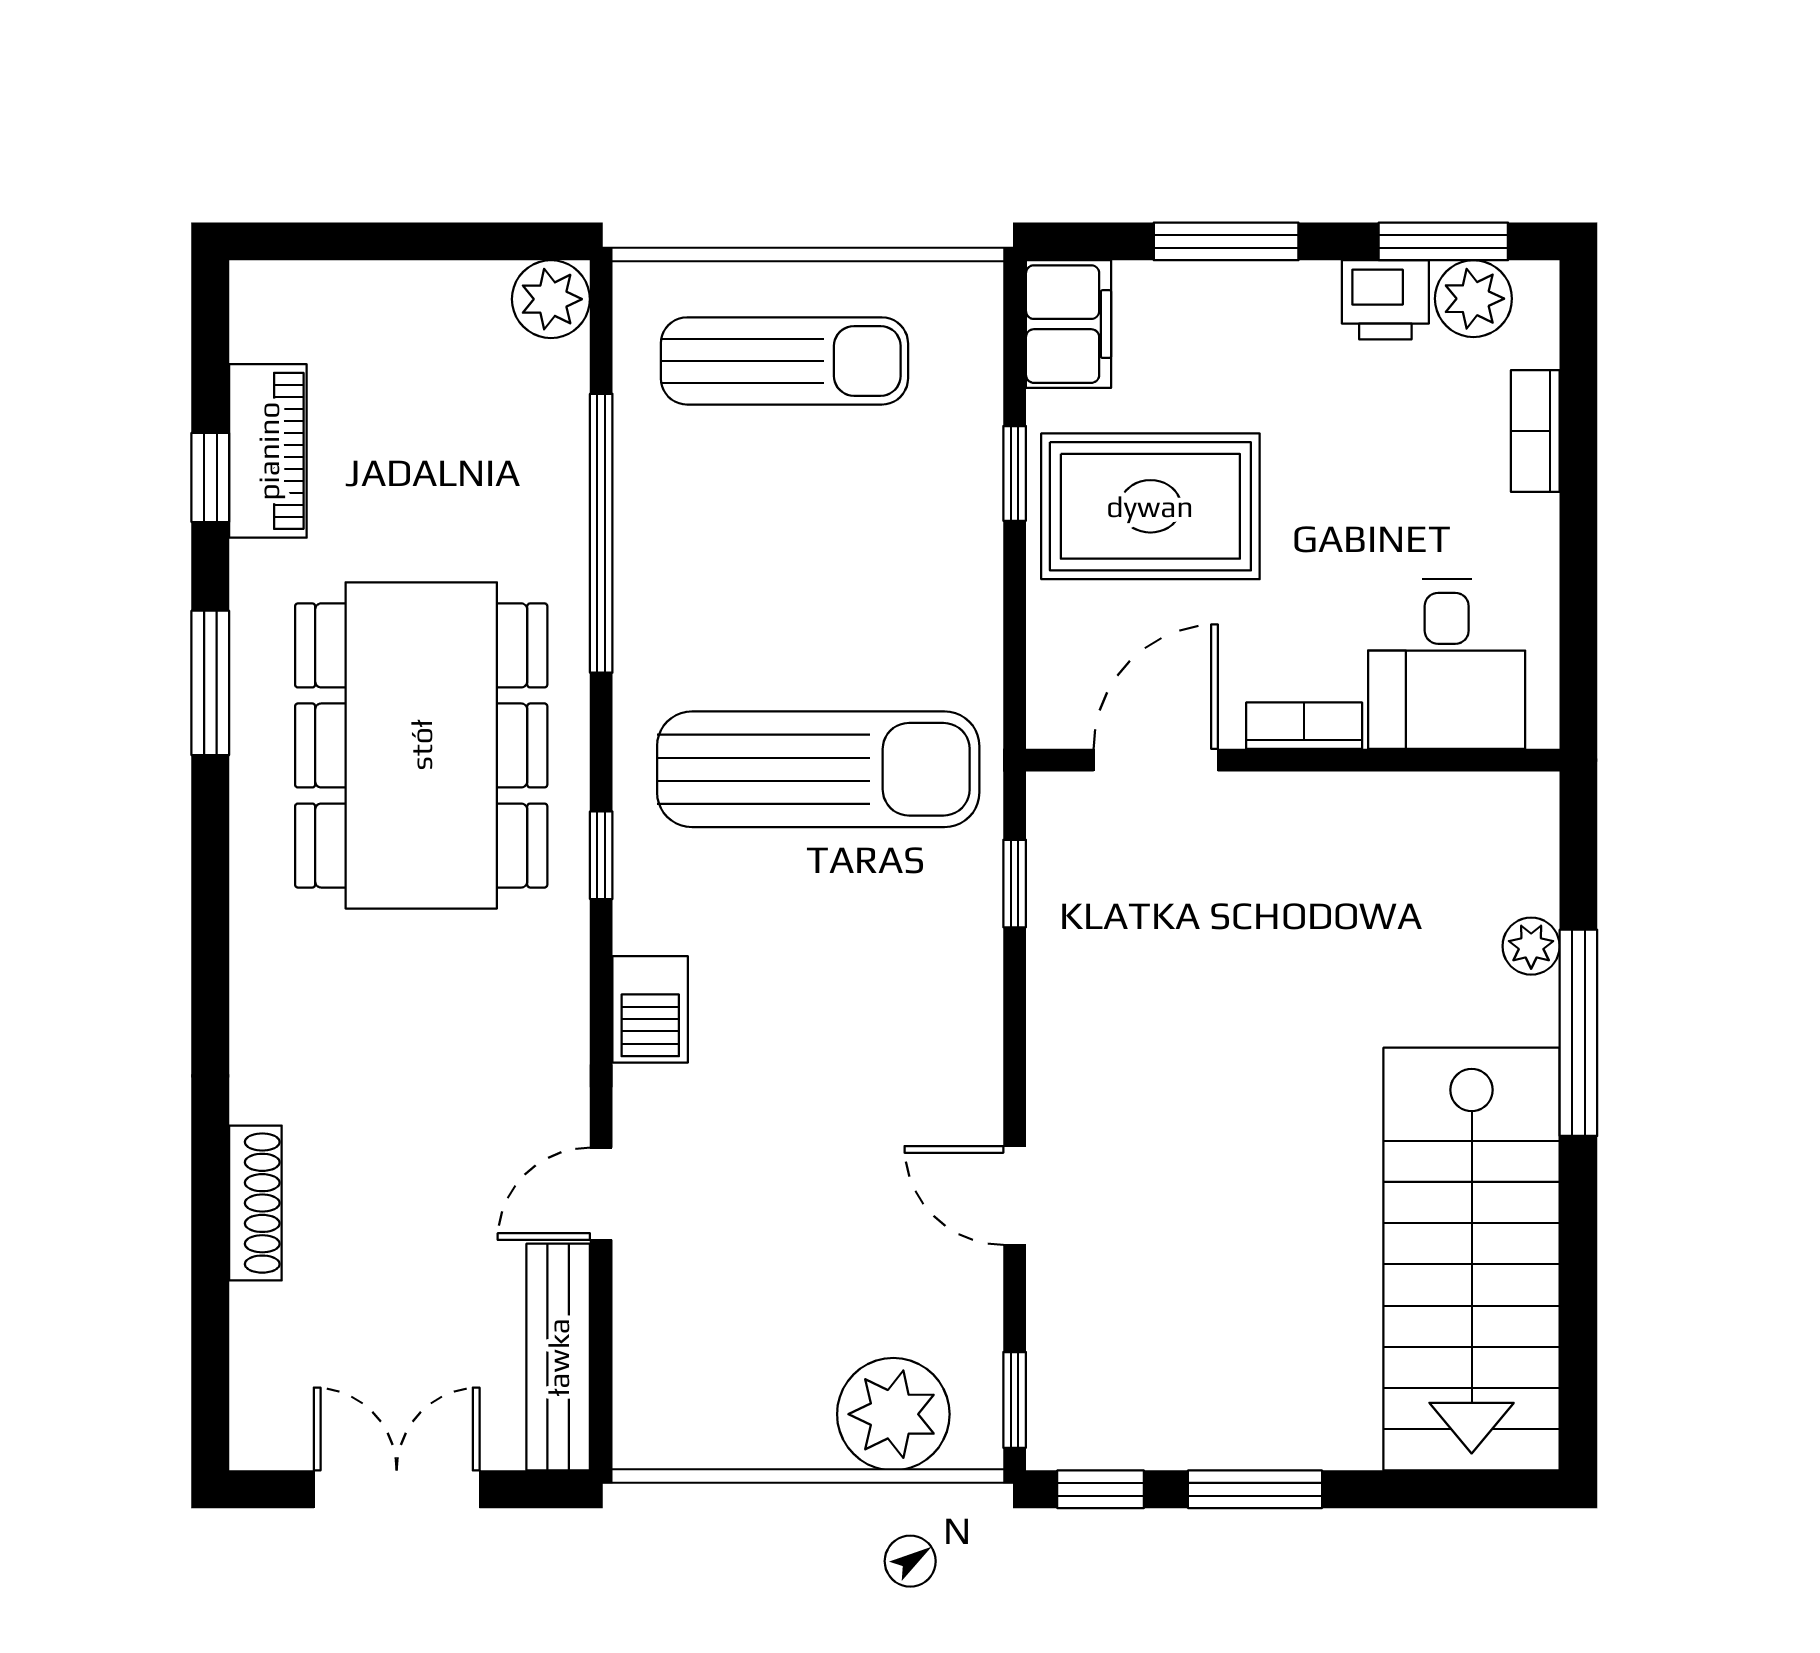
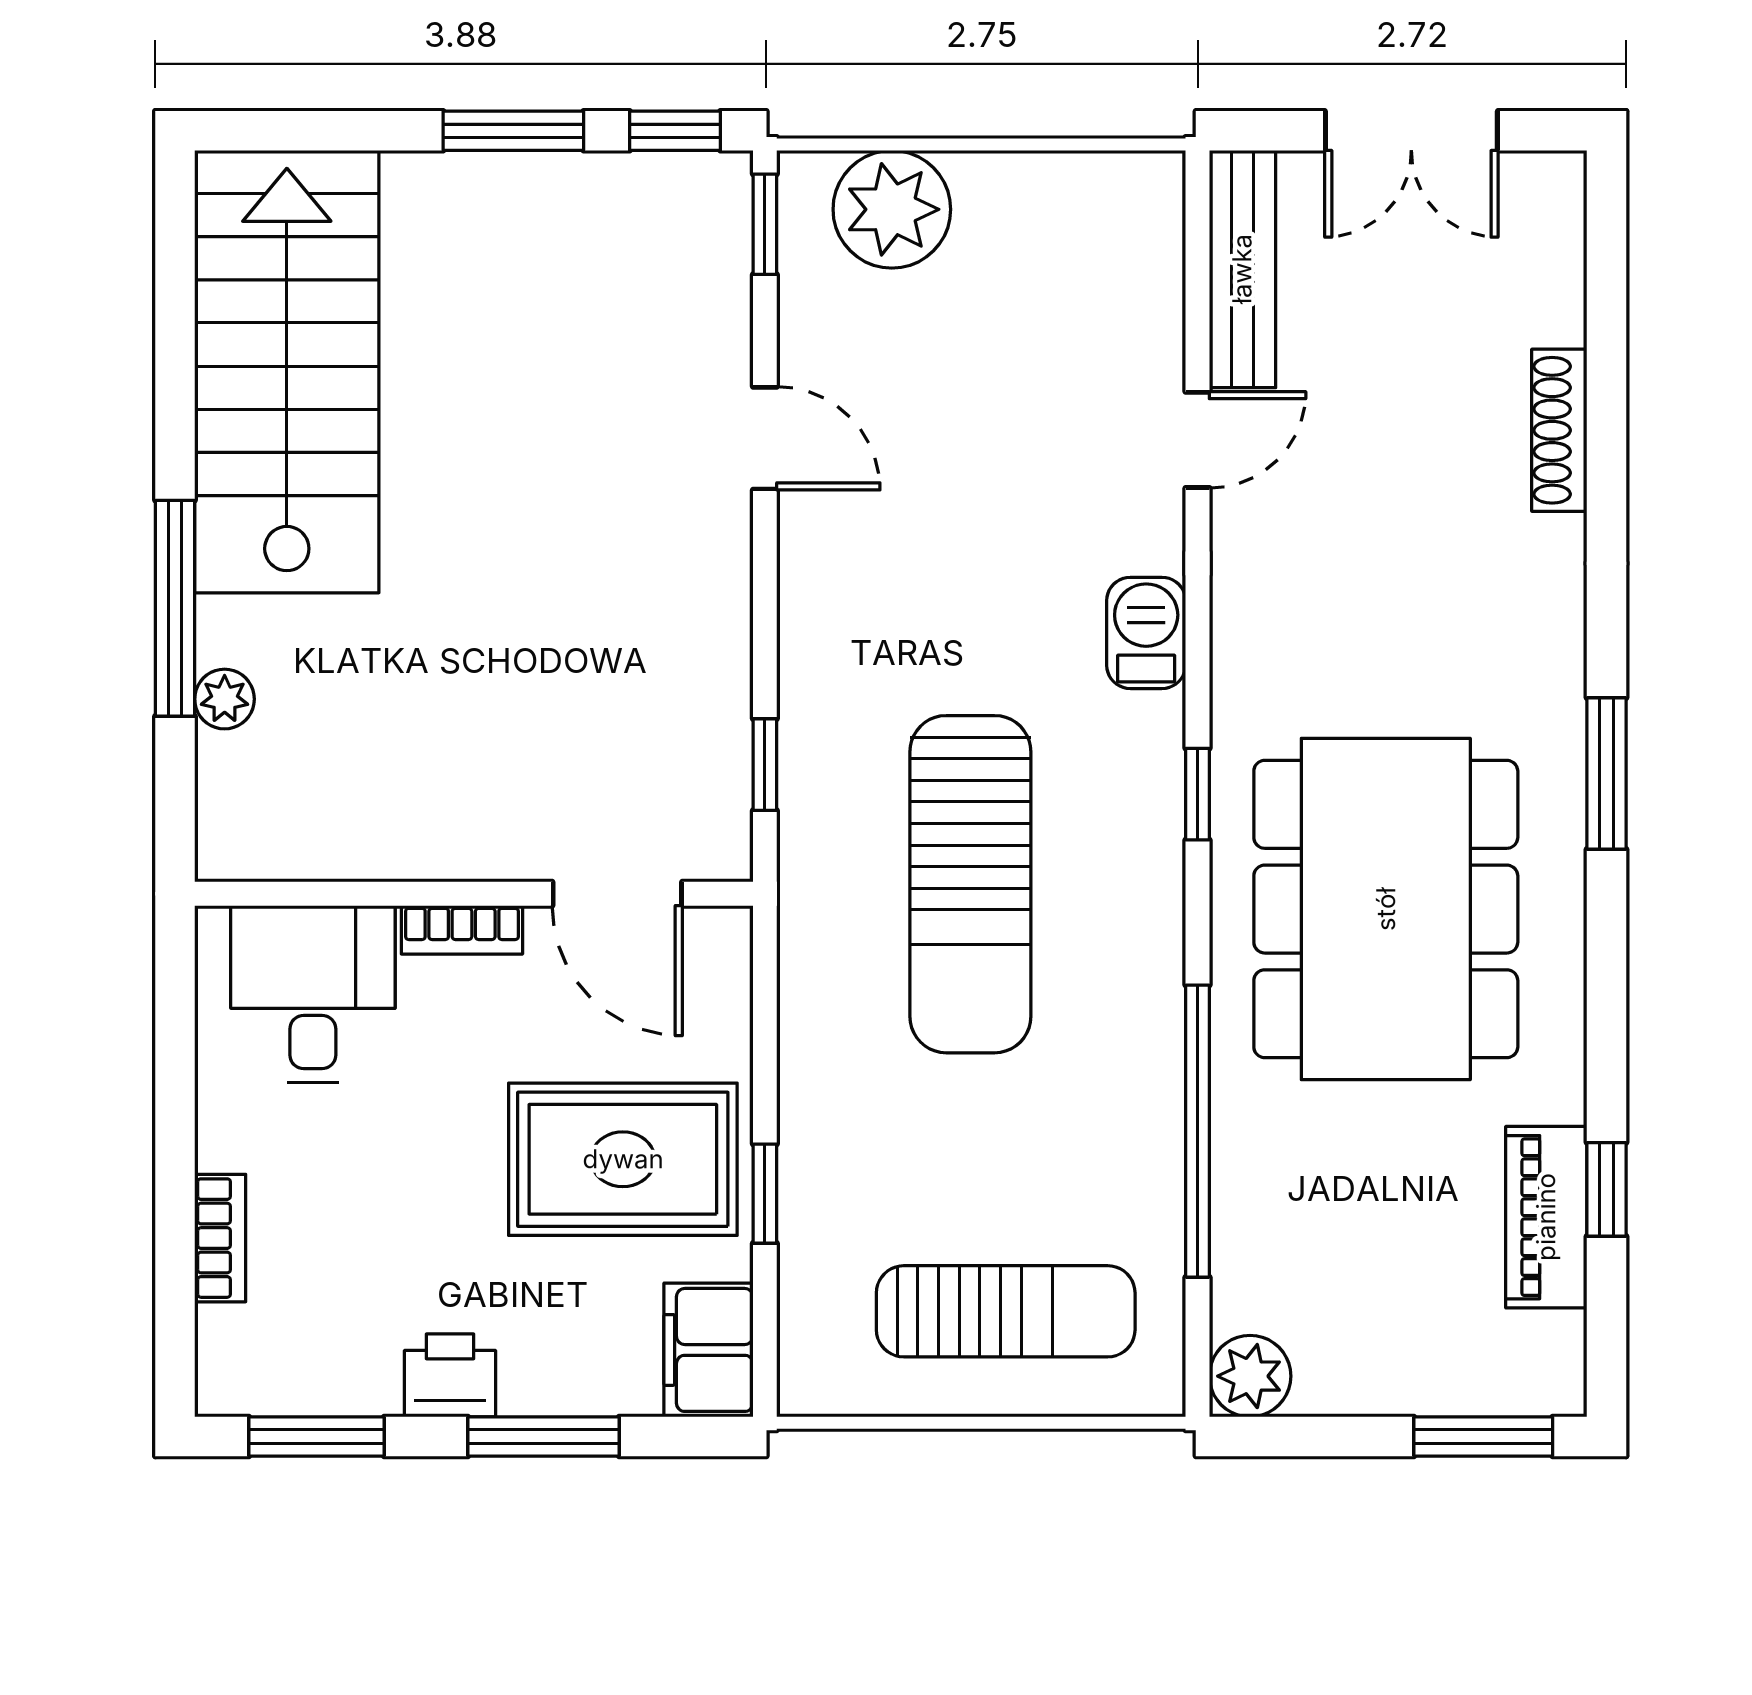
window: (328, 241) -> (1483, 1436), added
plant: (1473, 299) -> (285, 1377), removed
printer: (1385, 300) -> (450, 1375), moved
sun lounger: (784, 361) -> (1006, 1311), turned 180
window: (210, 683) -> (1606, 774), moved
door: (1156, 760) -> (617, 894), hinge flipped
sun lounger: (818, 769) -> (970, 884), turned -90

